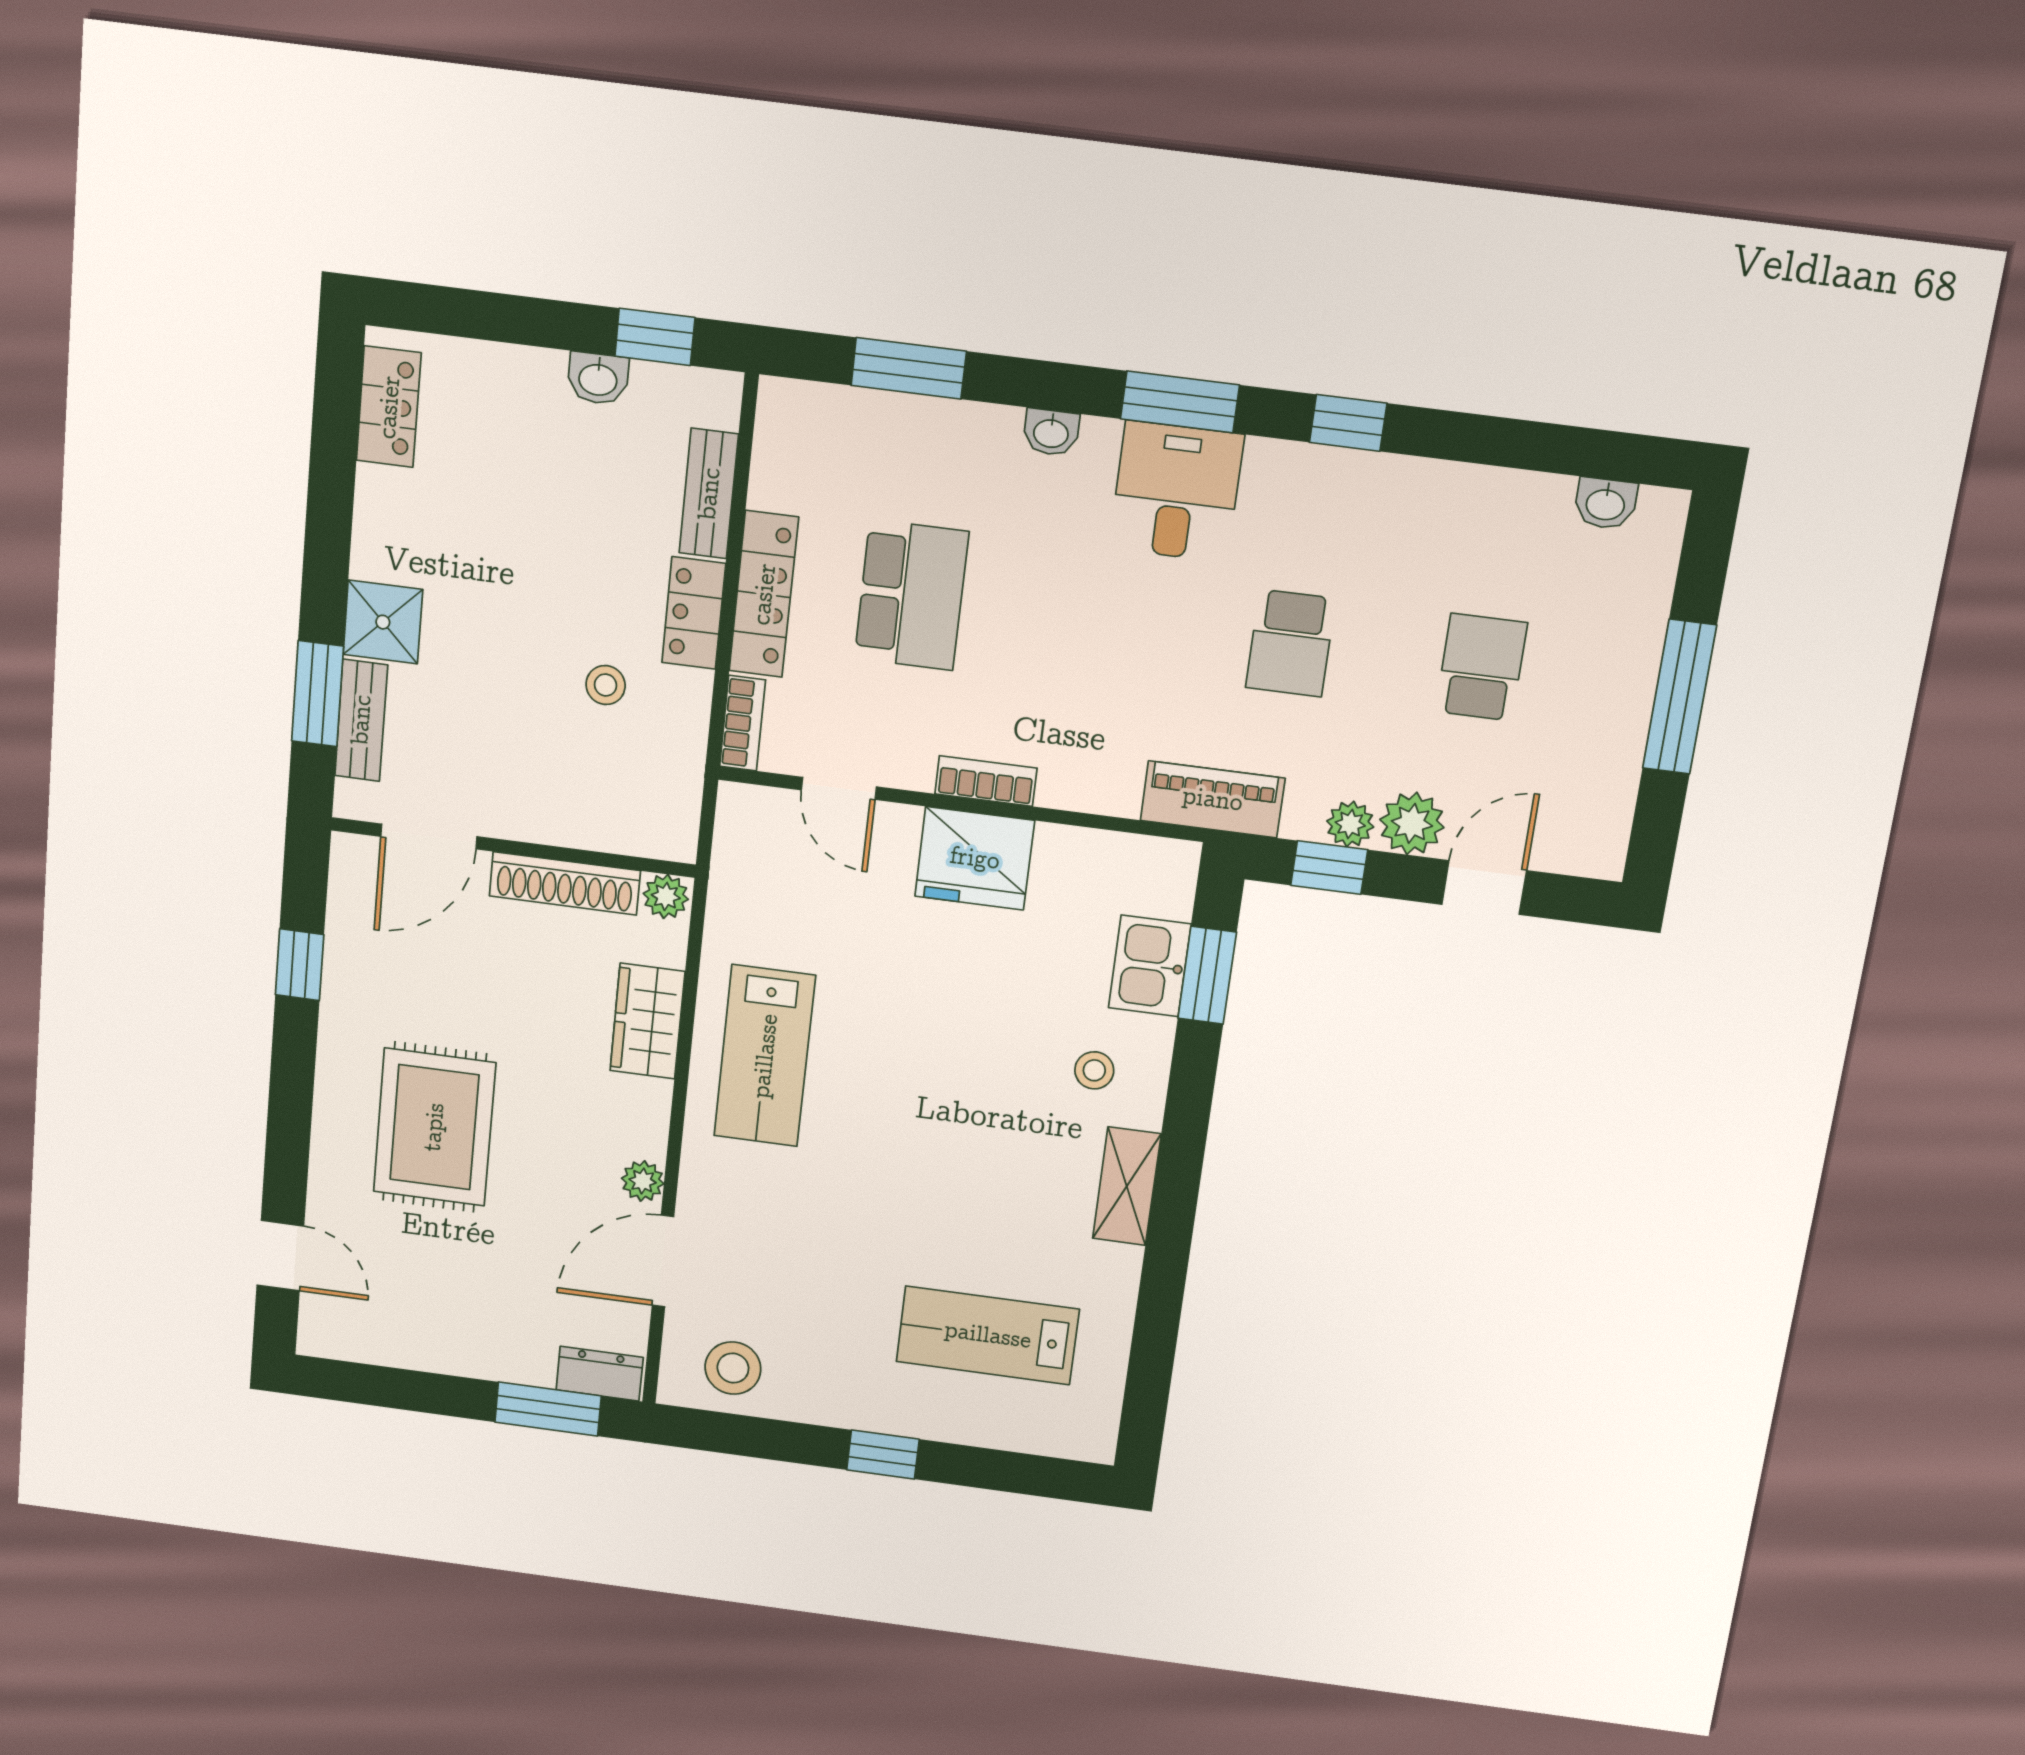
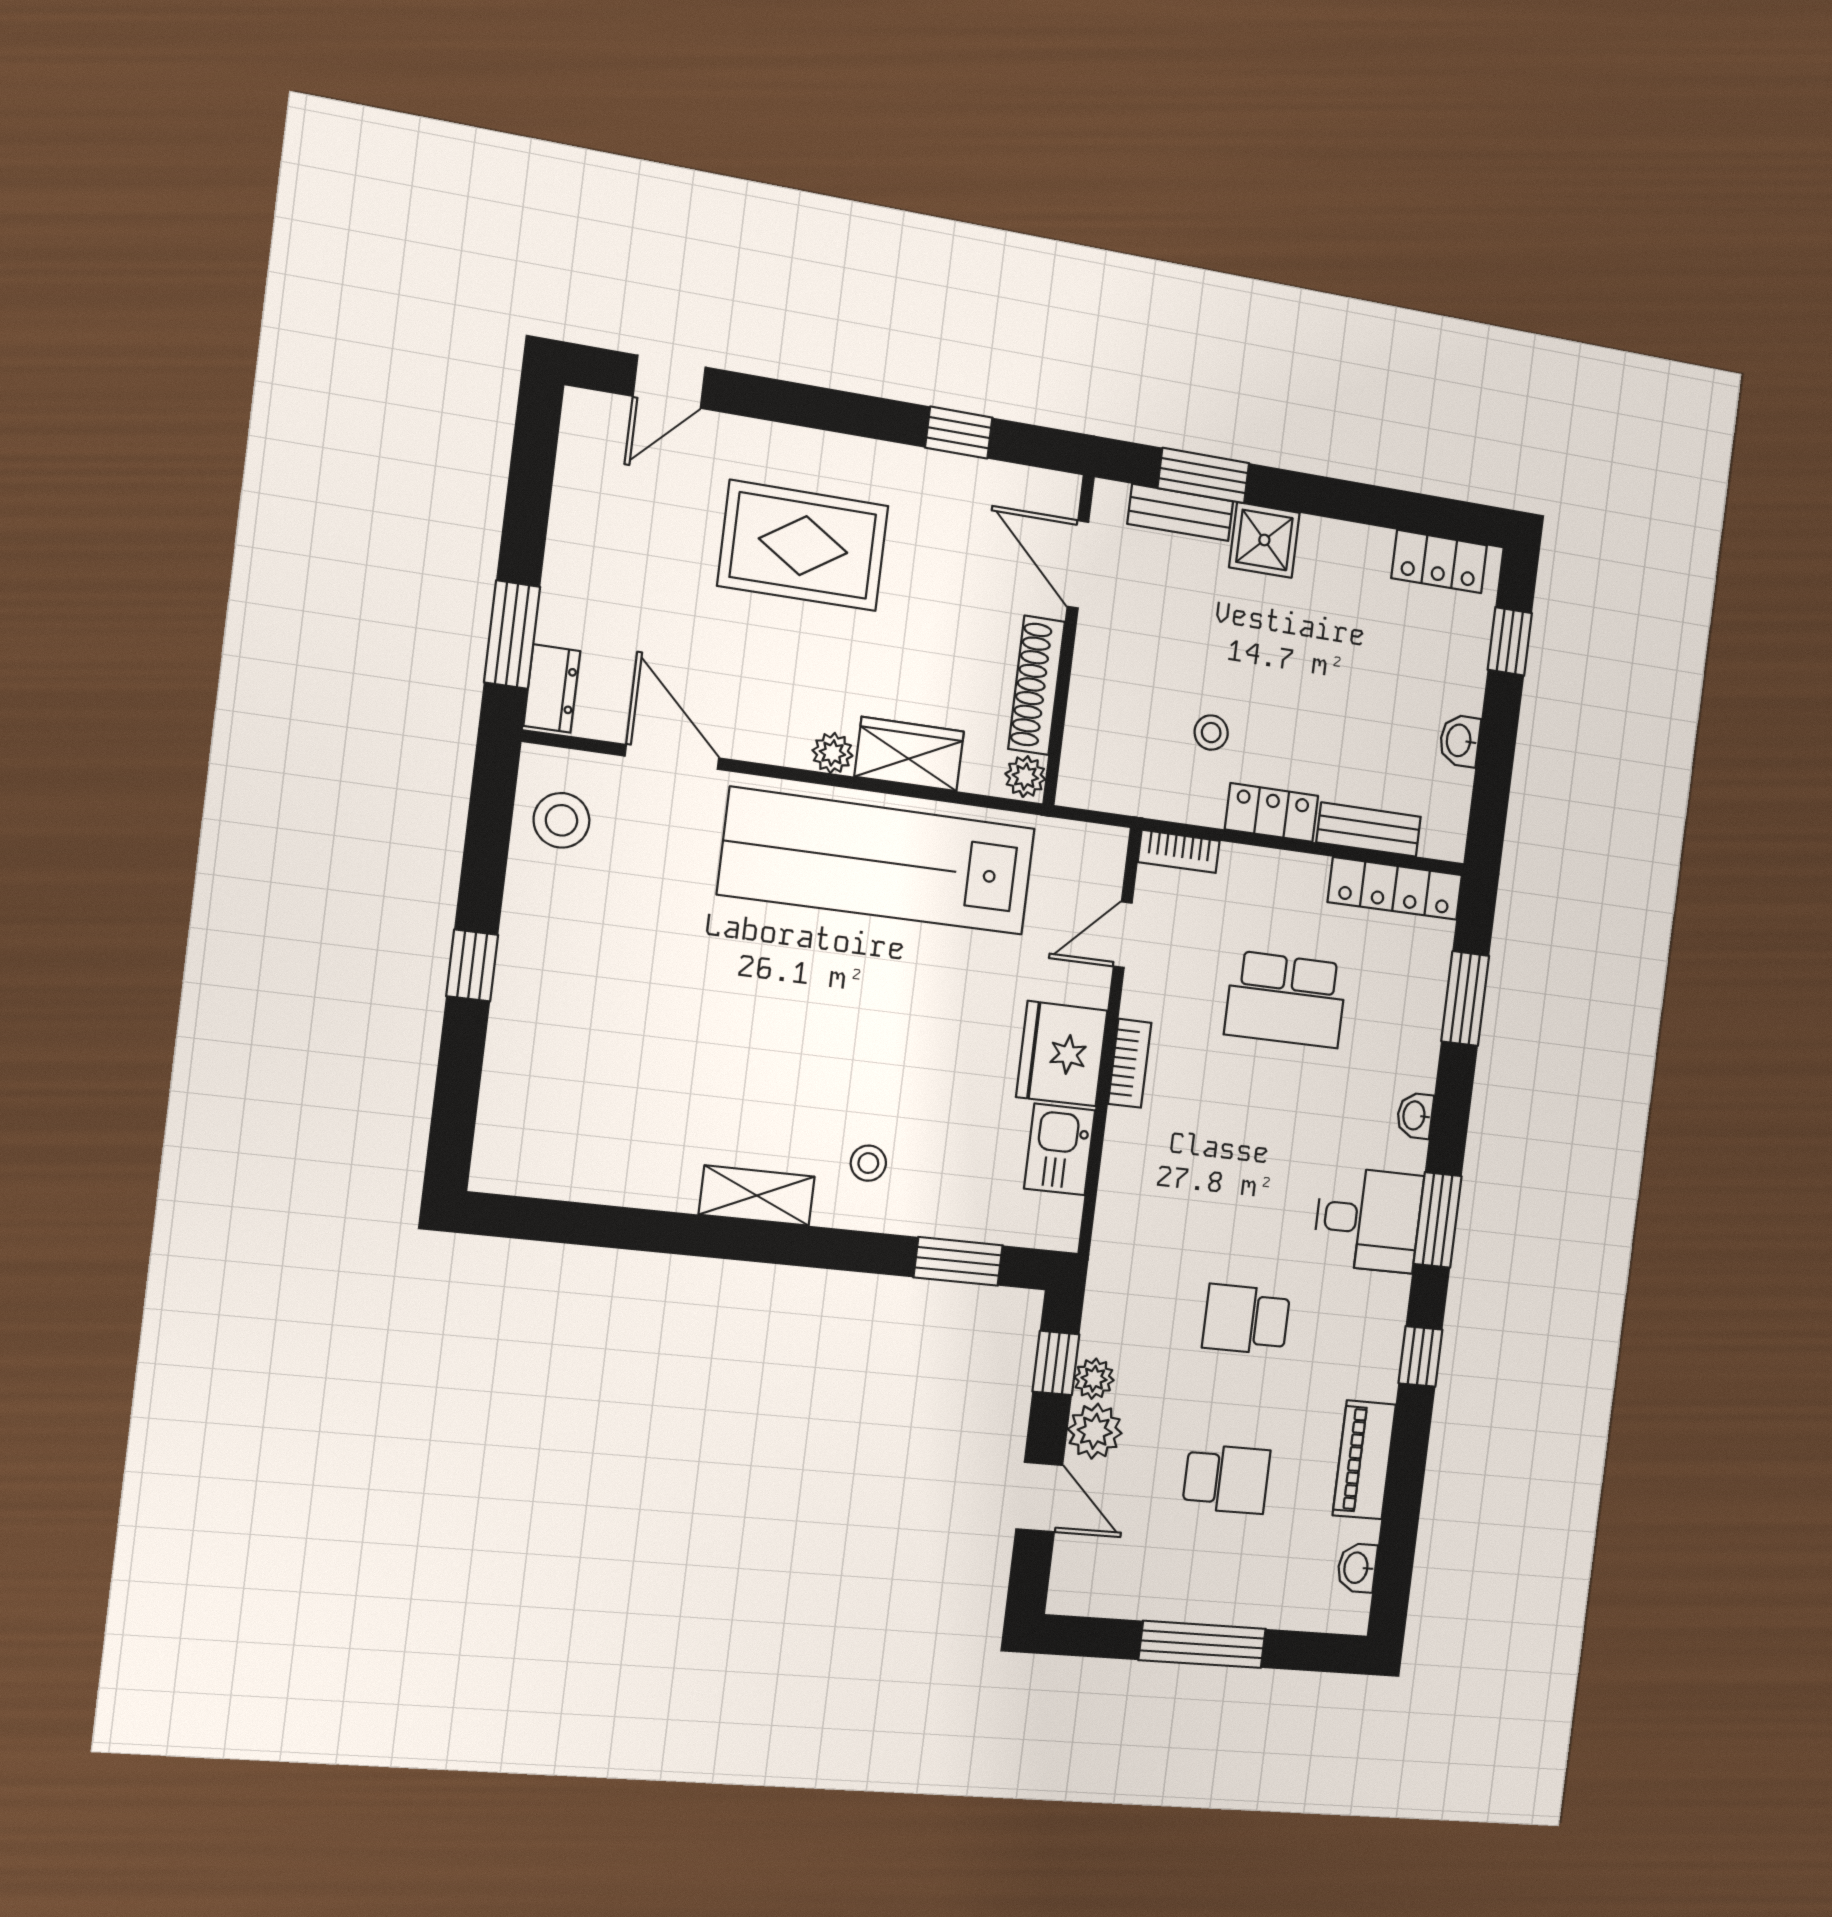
window: (655, 337) -> (1510, 641), moved
locker: (764, 594) -> (1395, 888), moved
piano: (1213, 799) -> (1364, 1460), moved, turned 180
kitchen sink: (1150, 966) -> (1060, 1149), moved, turned -90
lab bench: (765, 1056) -> (878, 861), width x1.86, depth x1.39
plant: (643, 1181) -> (832, 753), moved
lab bench: (988, 1335) -> (602, 1067), removed

